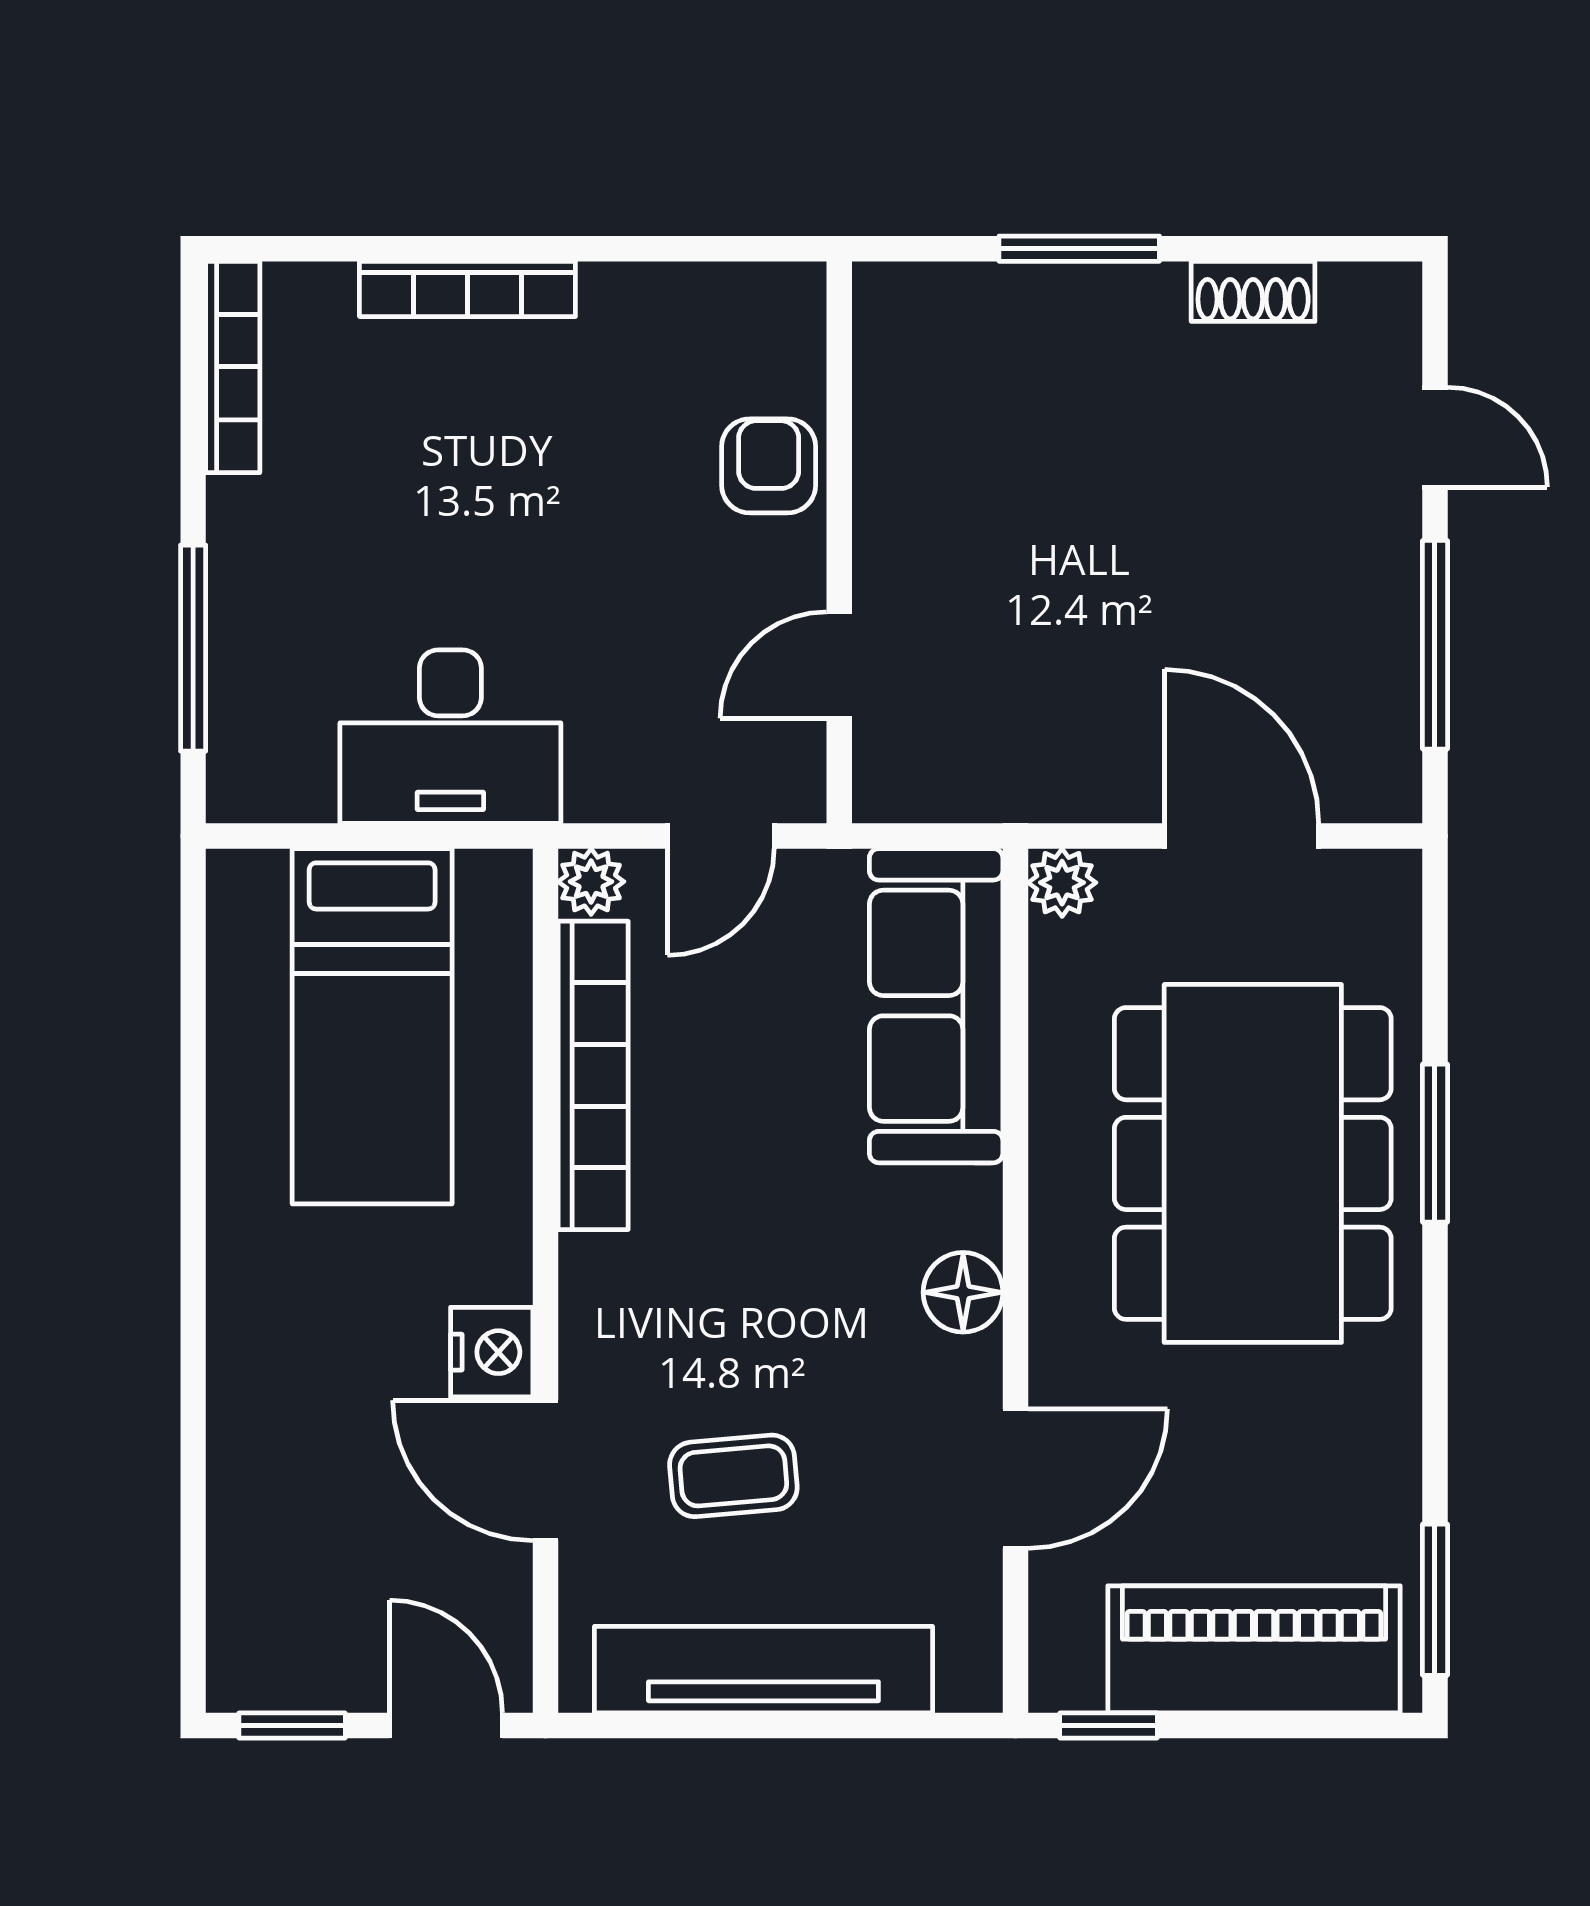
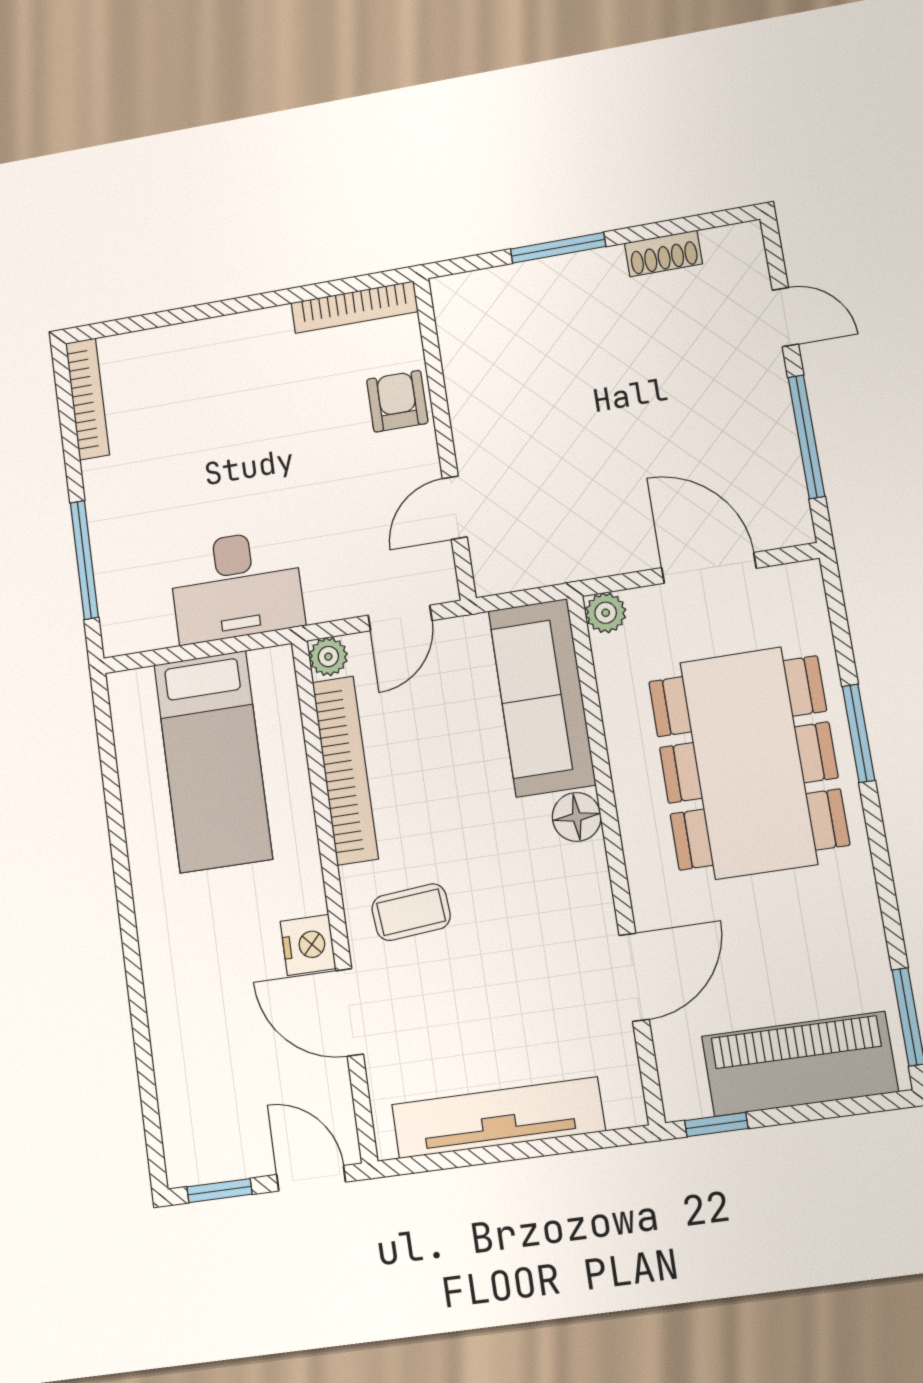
bookcase: (467, 289) -> (354, 307), moved
floor lamp: (963, 1292) -> (577, 817), moved
coffee table: (733, 1476) -> (411, 912), moved

